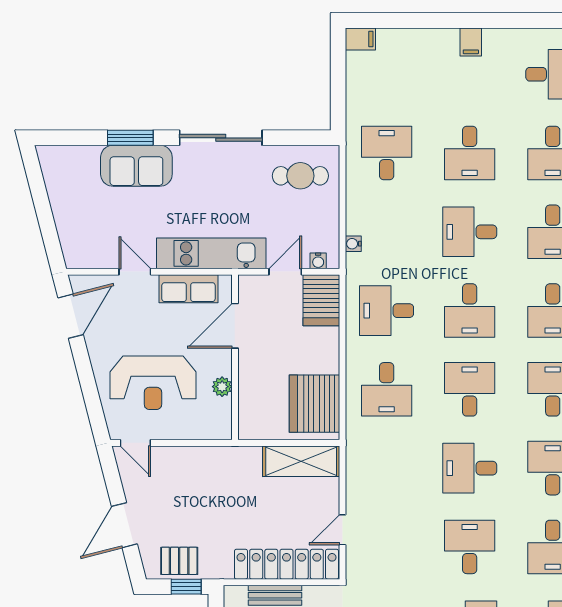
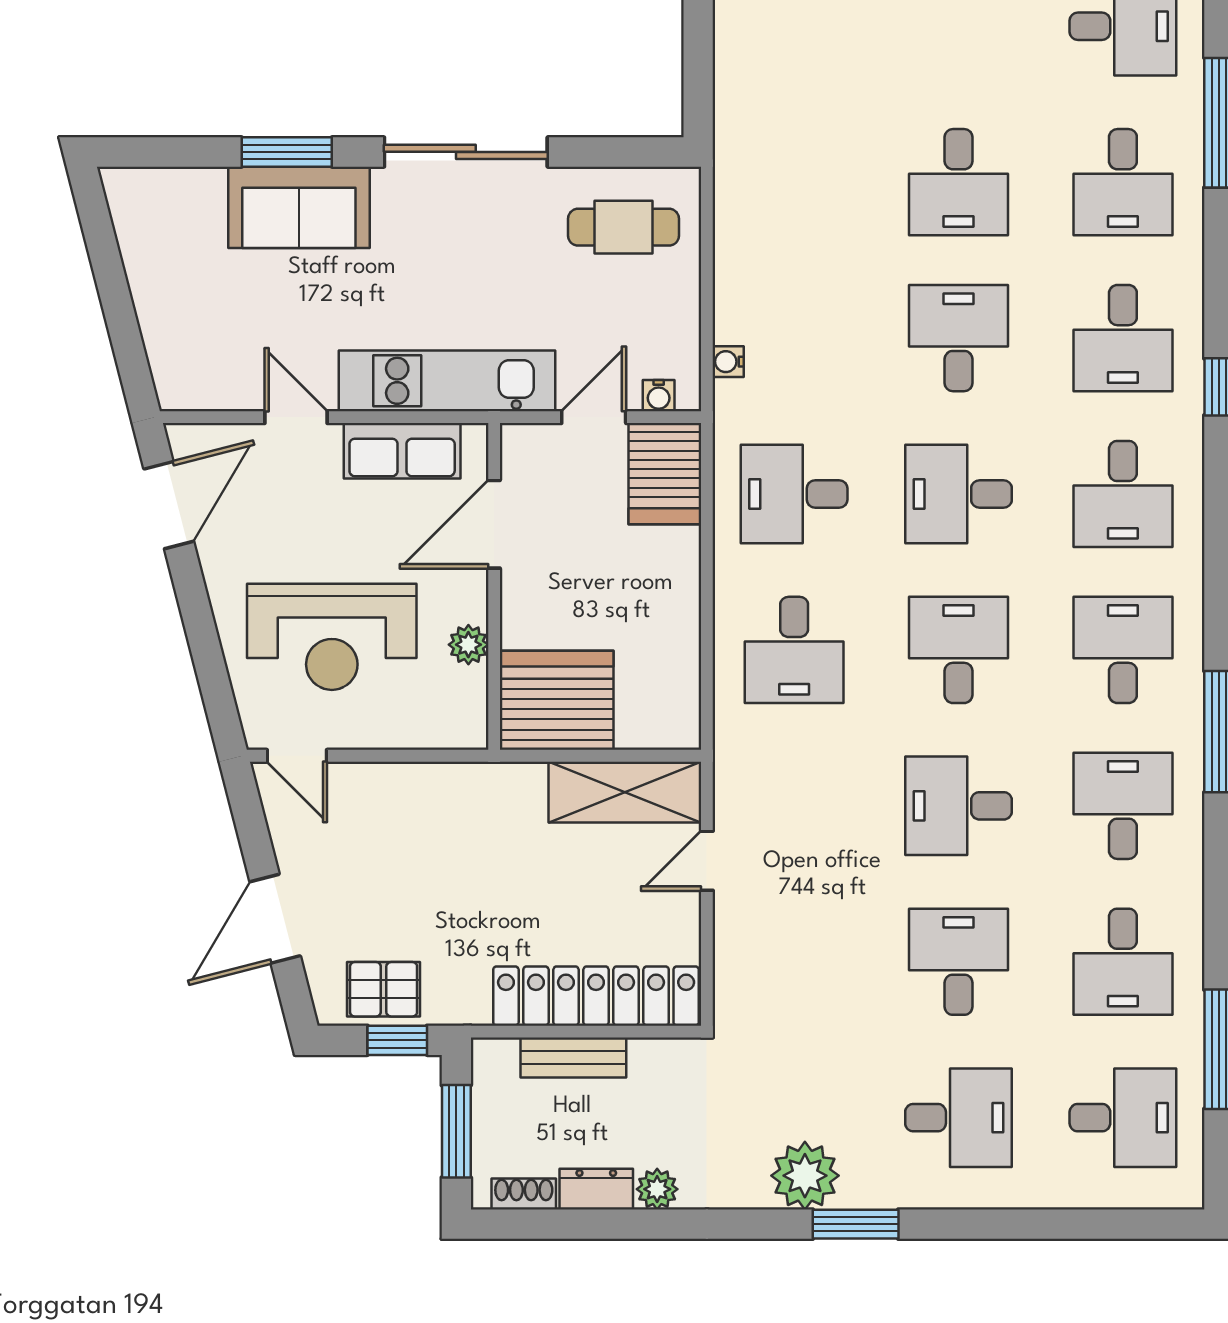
desk: (387, 153) -> (794, 182), removed
desk: (470, 232) -> (959, 338), turned 90
desk: (470, 311) -> (959, 494), turned 90
server rack: (315, 404) -> (557, 700), moved, turned 90
door: (343, 530) -> (707, 861), moved

